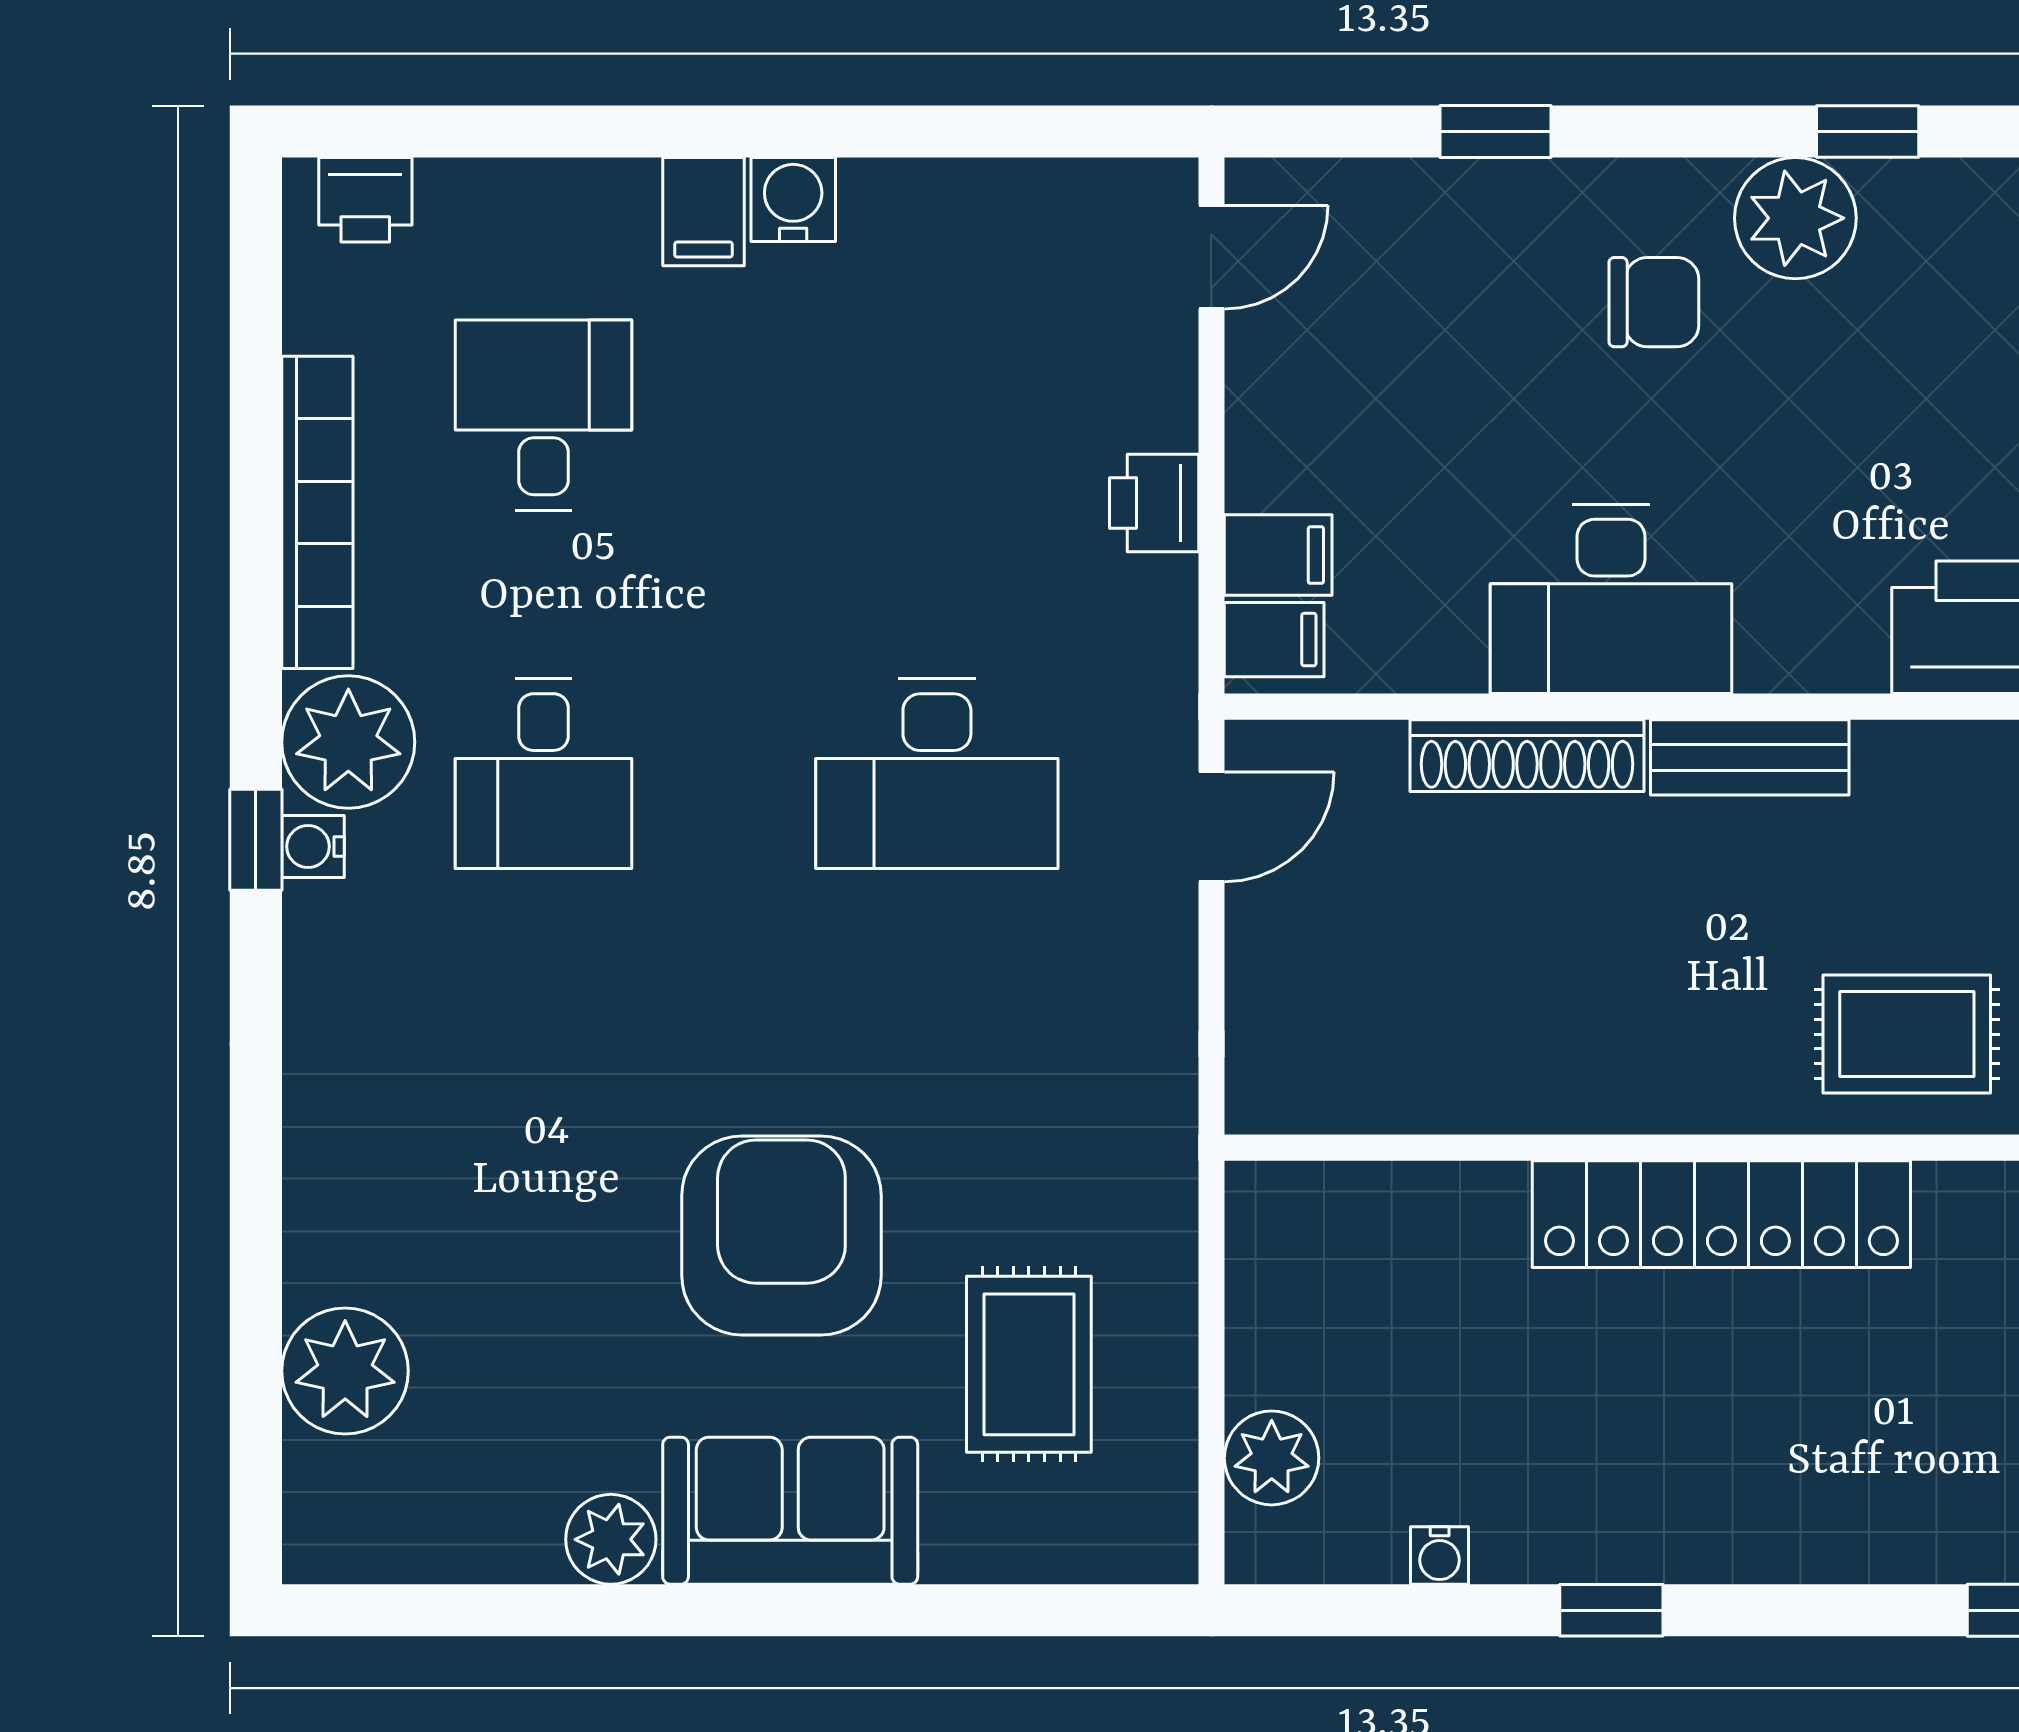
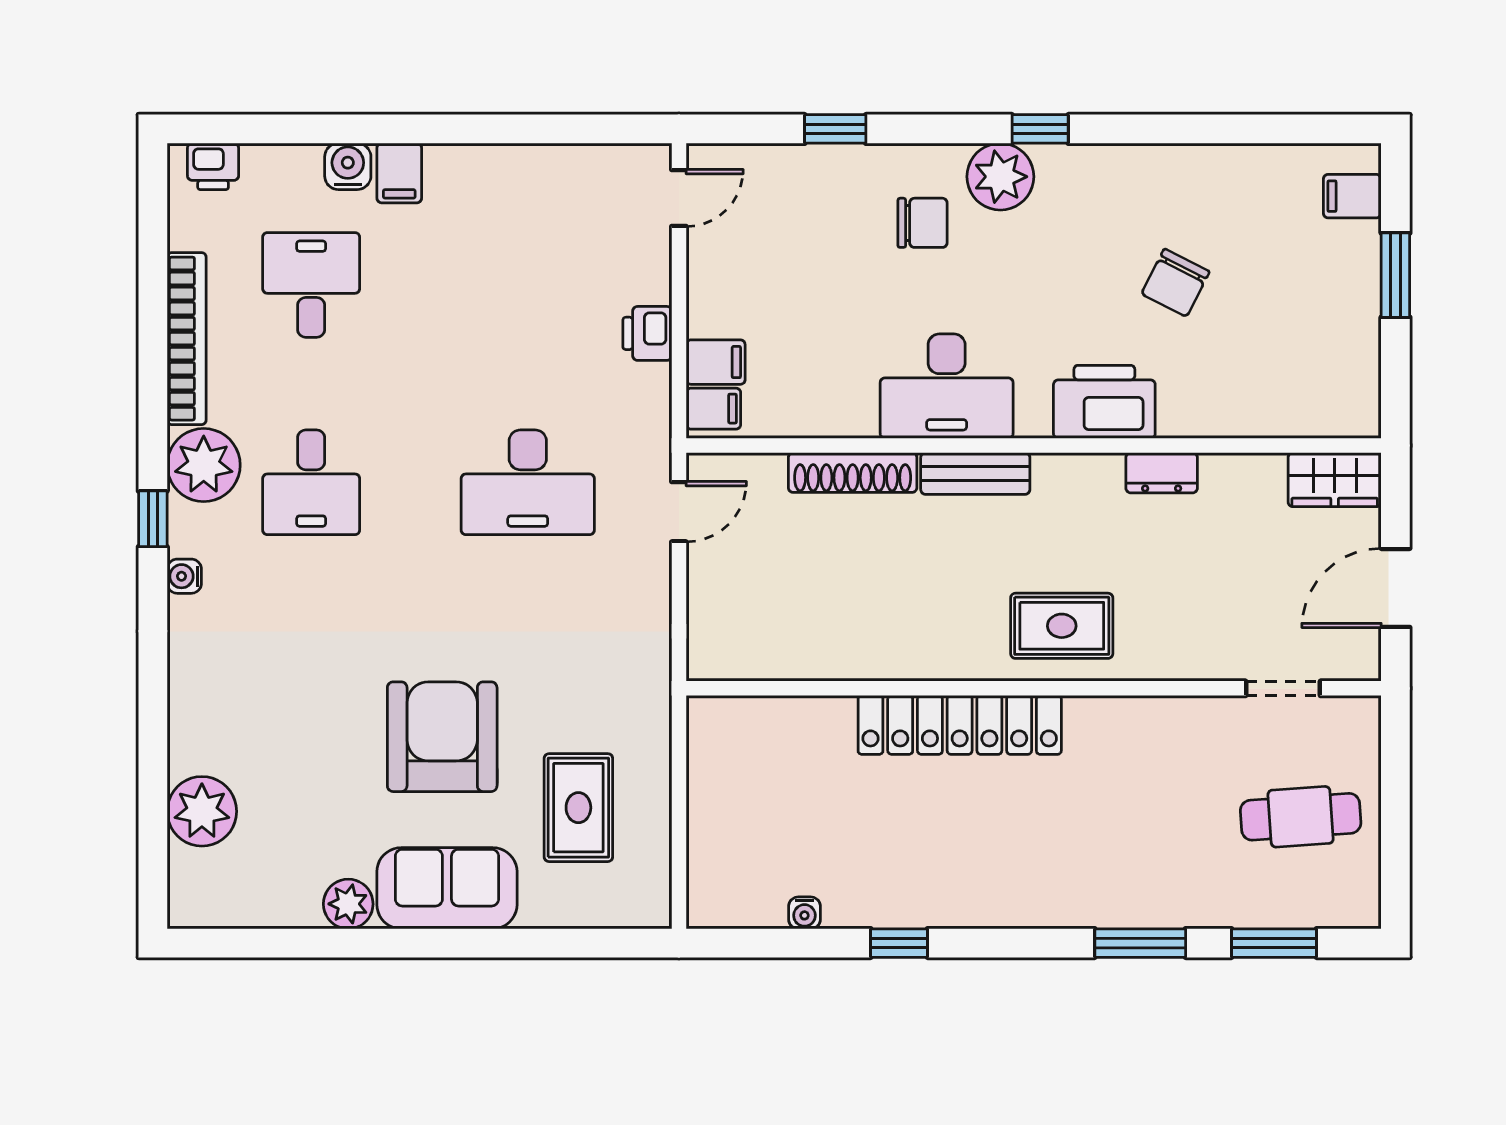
water cooler: (793, 200) -> (348, 166), moved
desk: (1611, 599) -> (947, 386), moved
water cooler: (313, 846) -> (184, 576), moved
plant: (1272, 1458) -> (712, 859), removed

